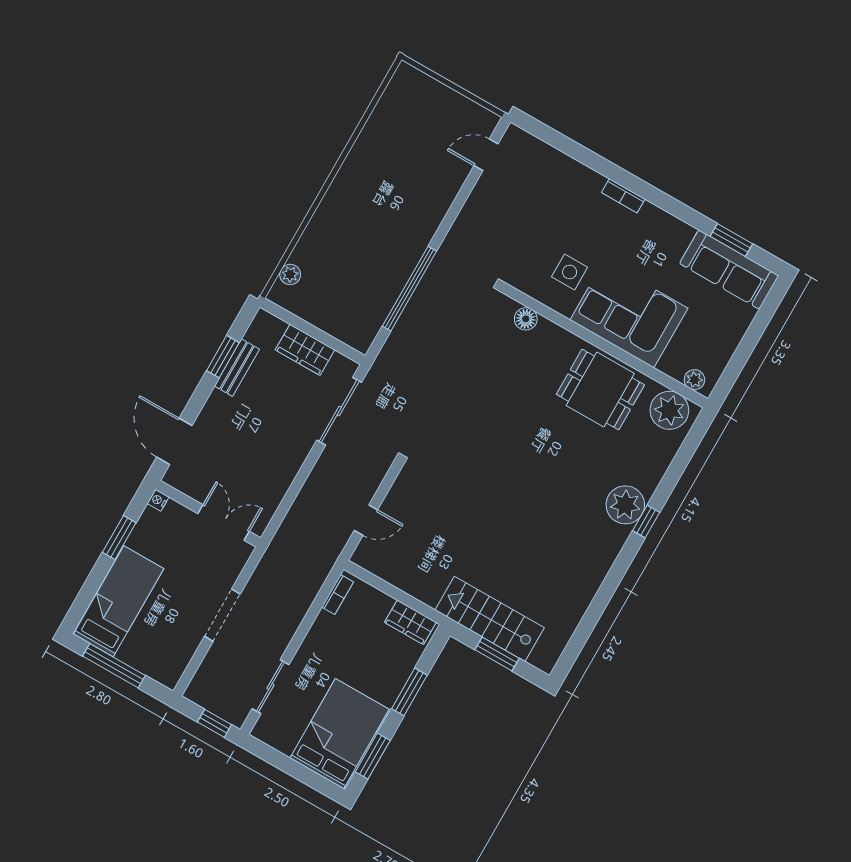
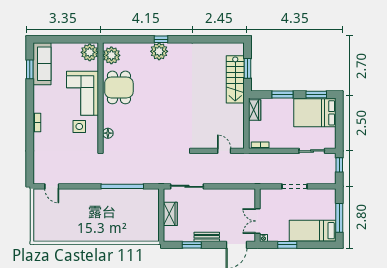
plant: (290, 274) -> (144, 237), removed
bench: (237, 368) -> (207, 237), moved
plant: (694, 380) -> (90, 52), width x1.88, depth x1.88
double door: (224, 523) -> (257, 221), moved

